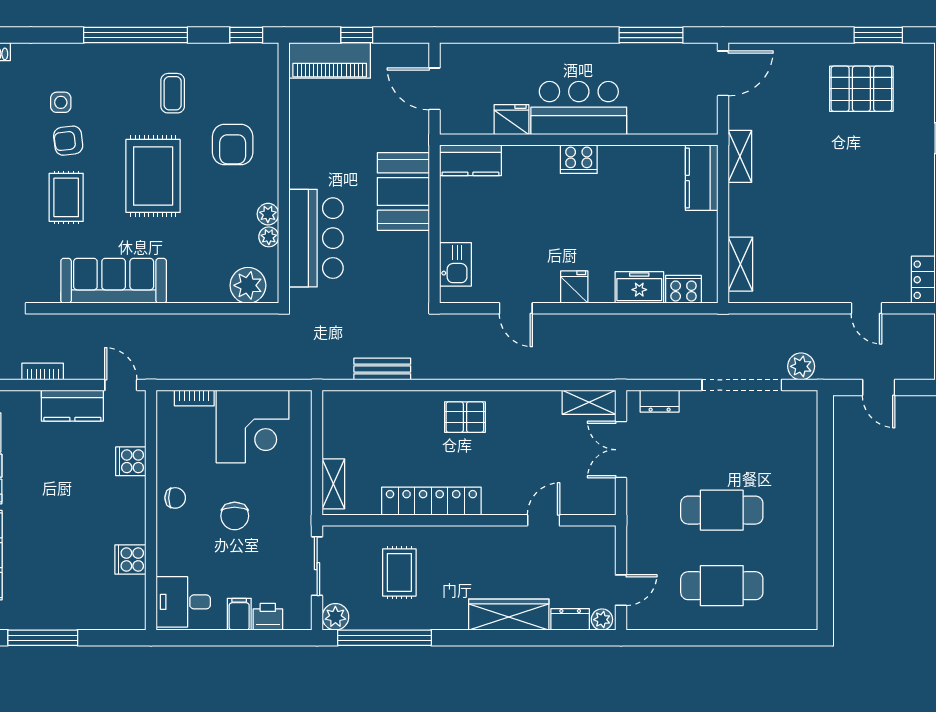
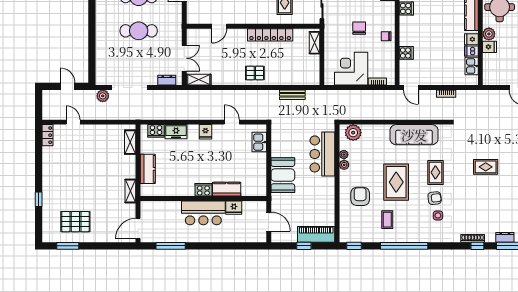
kitchen counter: (470, 160) -> (227, 189), moved
kitchen counter: (702, 178) -> (148, 169), moved
kitchen counter: (72, 406) -> (433, 78), removed

